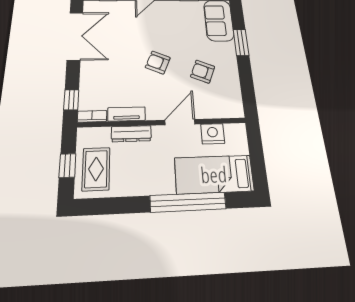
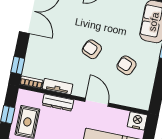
door: (180, 122) -> (97, 102), hinge flipped
nightstand: (213, 134) -> (137, 121), moved

